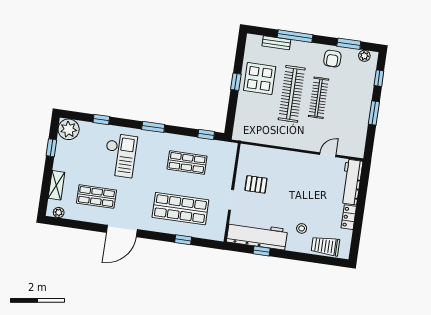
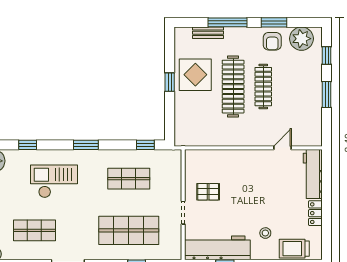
window: (349, 44) -> (274, 22), moved
plant: (364, 56) -> (301, 39), width x1.88, depth x1.88
checkout: (120, 155) -> (54, 181), turned -90

